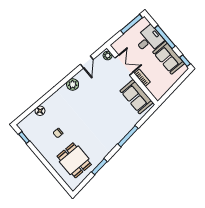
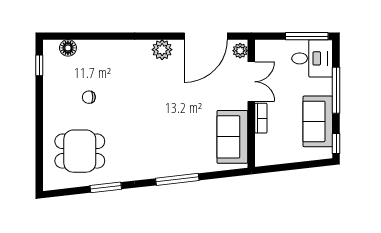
desk: (149, 40) -> (312, 58), moved
door: (87, 62) -> (206, 36), width x1.87
floor lamp: (40, 111) -> (68, 48), moved
dining table: (74, 160) -> (80, 151), turned 90

